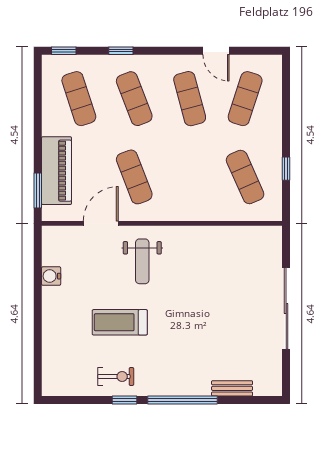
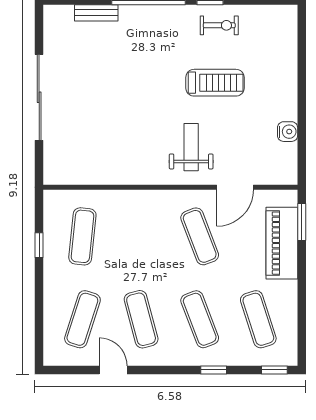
exercise mat: (245, 177) -> (82, 236), turned 30
exercise bike: (116, 376) -> (219, 25), turned 180

